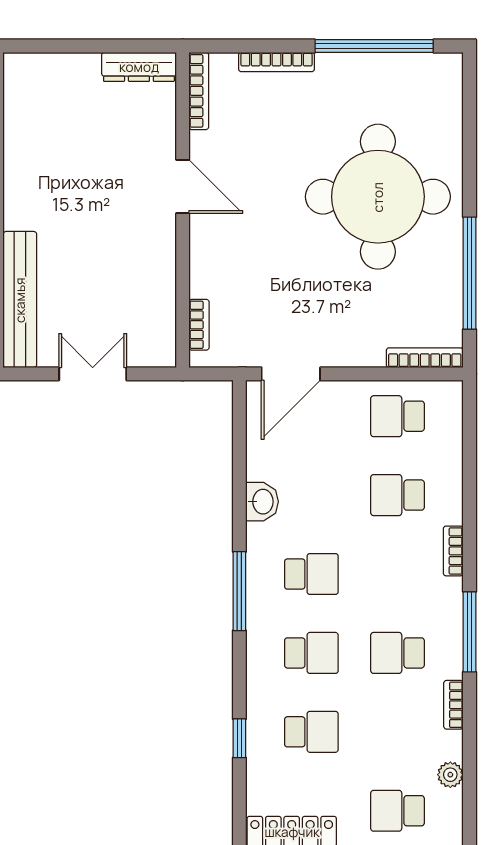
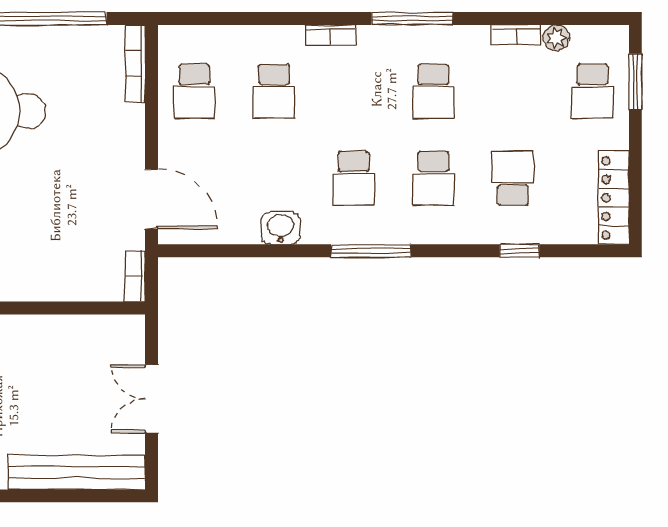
bookcase: (199, 325) -> (135, 276), moved, turned -90
school desk: (311, 574) -> (354, 178), turned 180
school desk: (311, 653) -> (433, 178), turned 180
bookcase: (453, 705) -> (516, 35), moved

